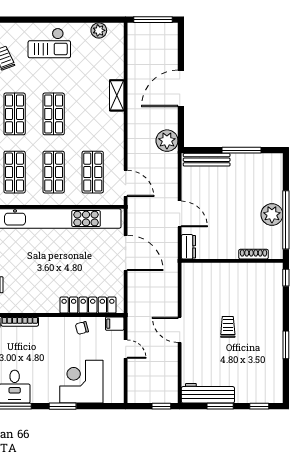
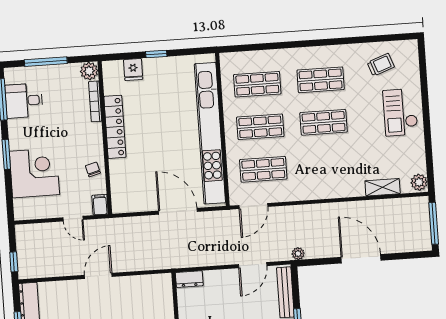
plant: (99, 30) -> (419, 182), moved
shelving: (117, 95) -> (383, 187), moved
plant: (167, 141) -> (298, 254), width x0.53, depth x0.53
door: (180, 214) -> (253, 265), moved
door: (126, 253) -> (178, 211), swing flipped
locker: (88, 305) -> (115, 127), moved
door: (126, 349) -> (73, 219), hinge flipped

